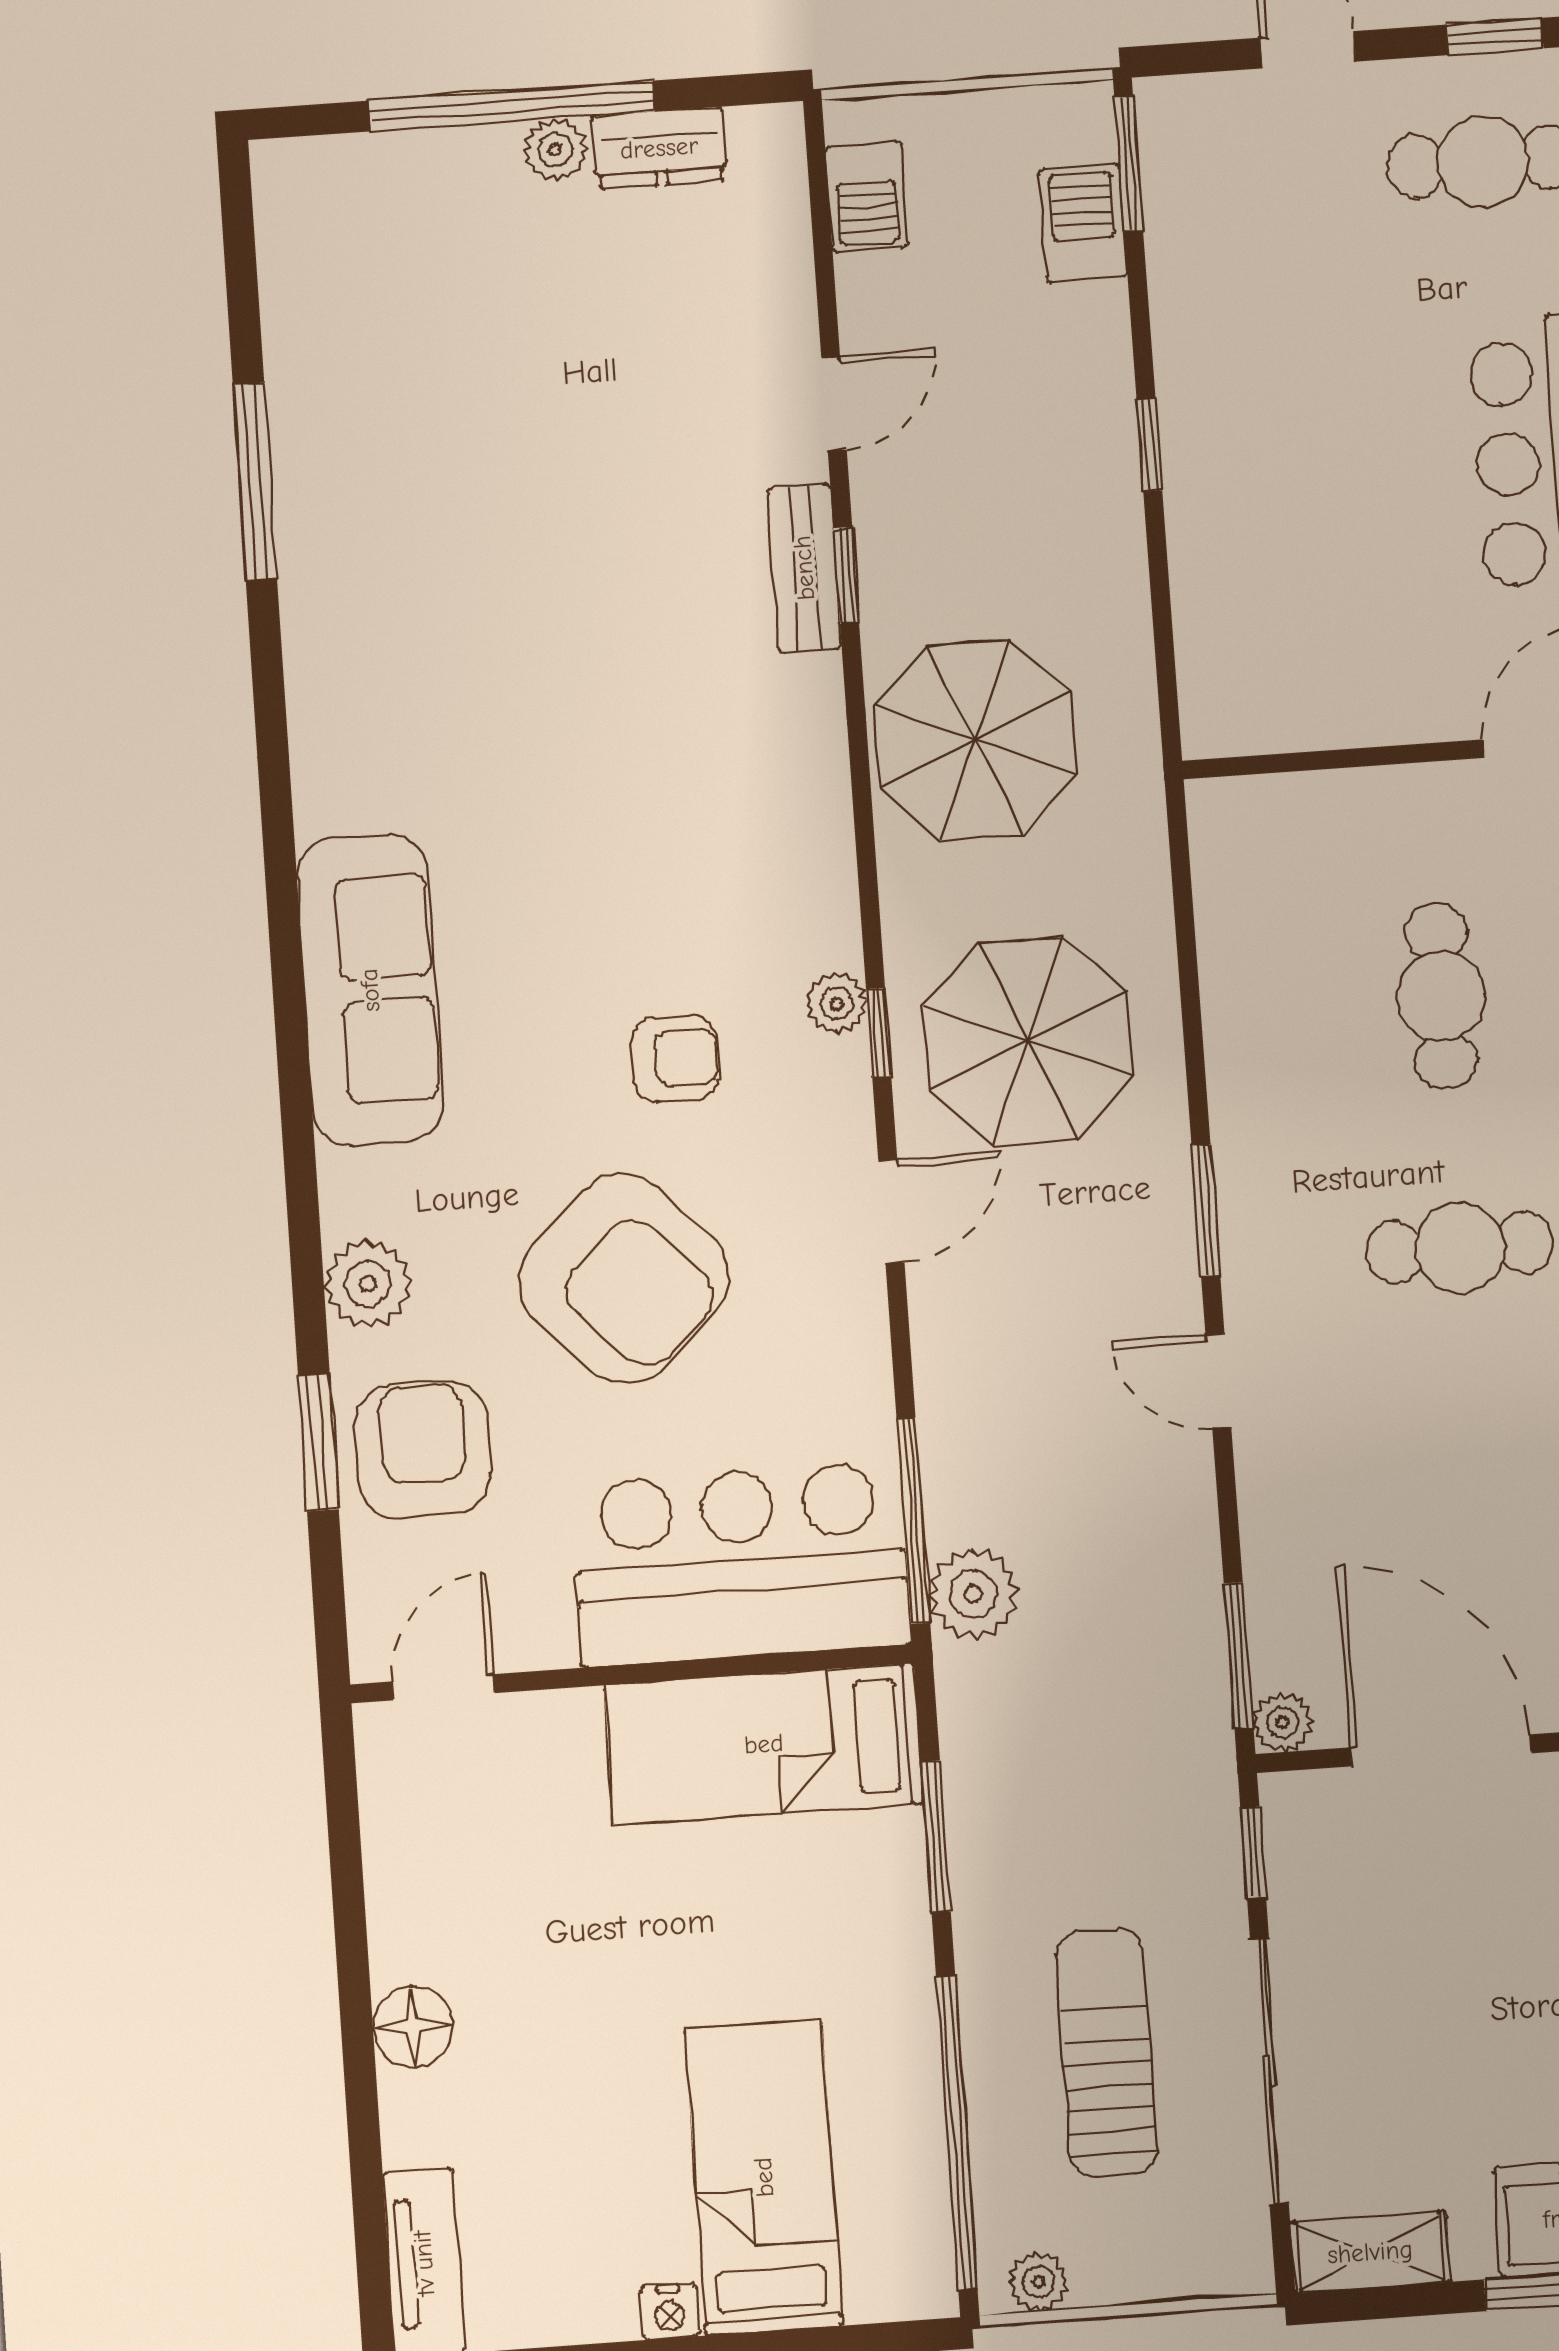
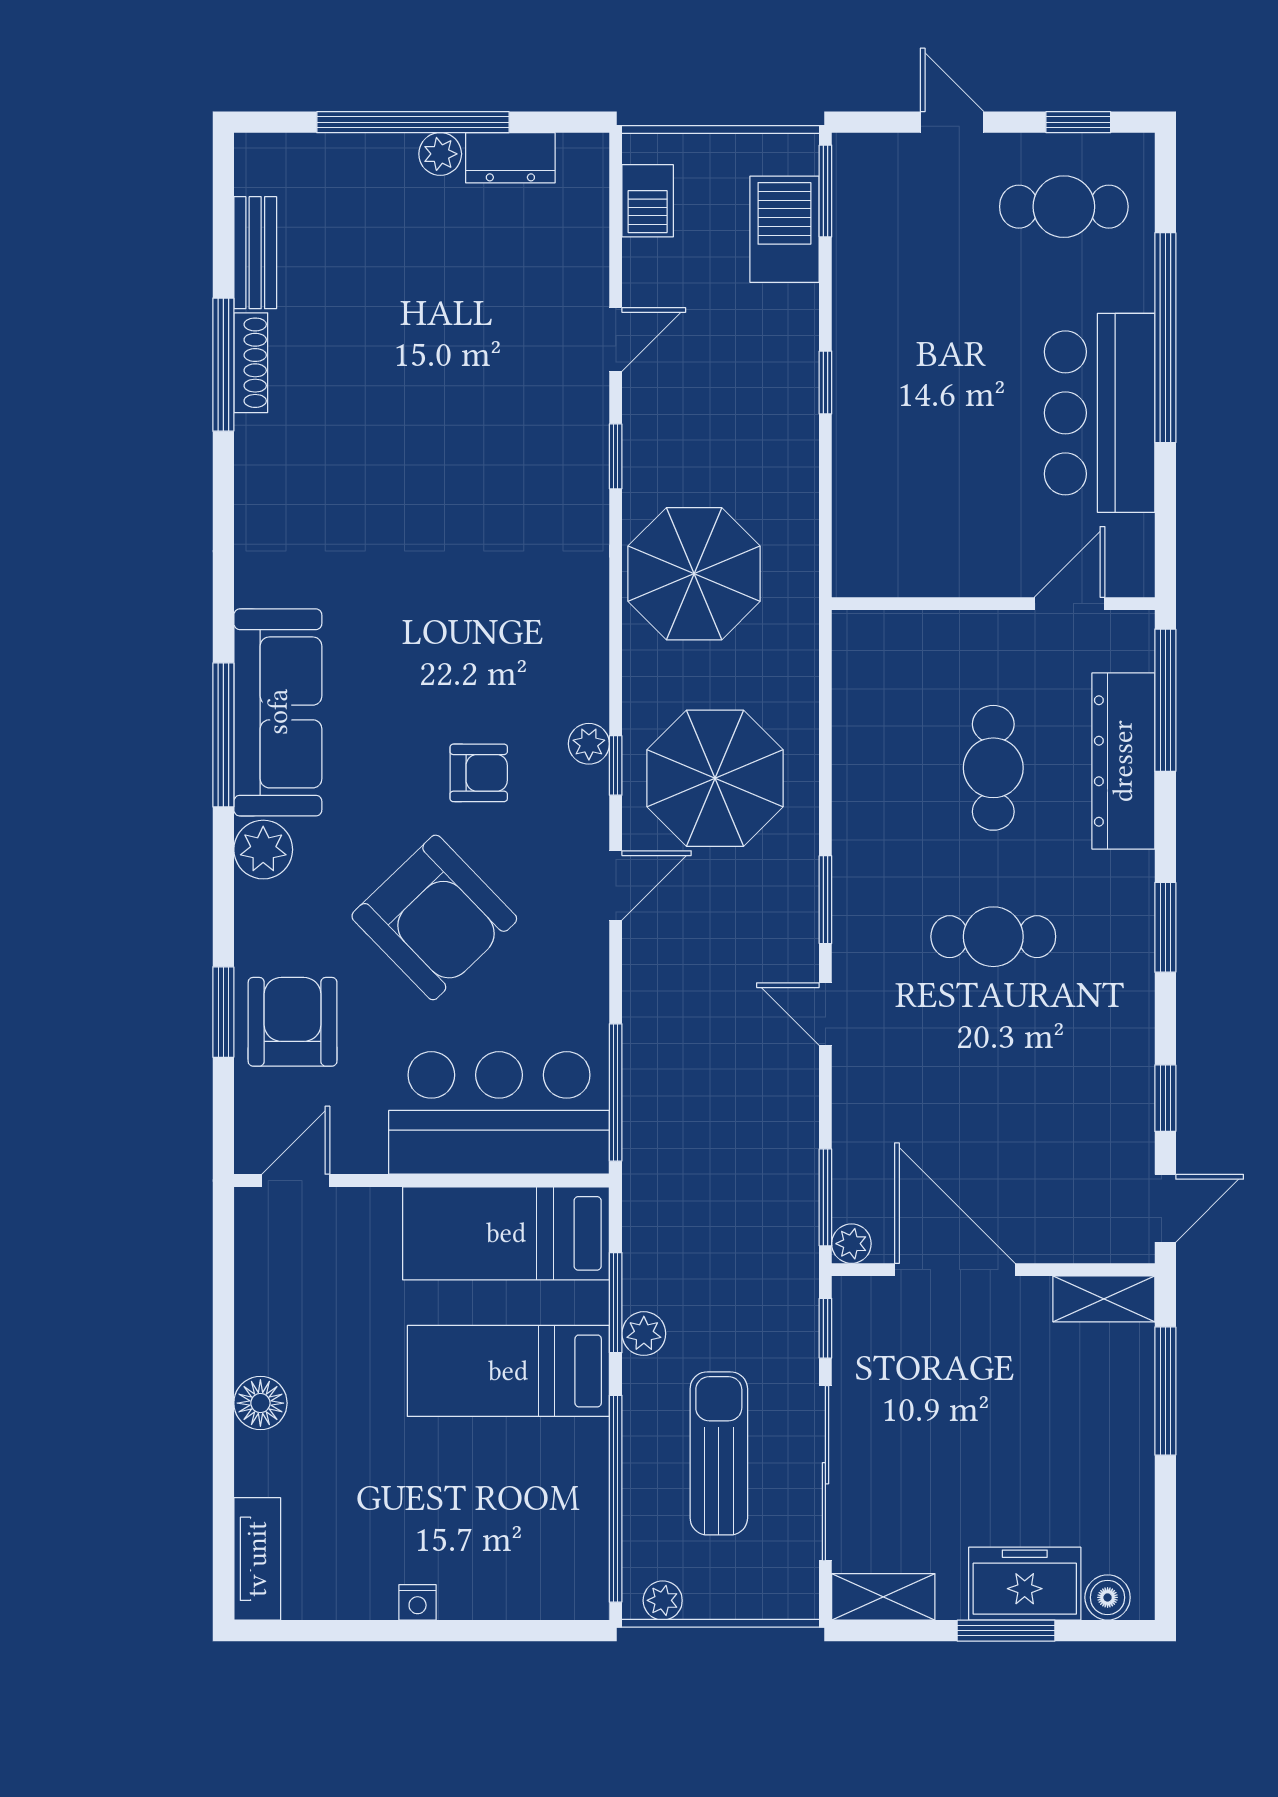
barbecue: (1083, 223) -> (784, 229), width x1.38, depth x1.27
shoe rack: (295, 476) -> (251, 363), added
bench: (804, 568) -> (255, 253), moved
window: (291, 1029) -> (223, 735), added
plant: (368, 1284) -> (263, 850), moved
plant: (973, 1594) -> (644, 1334), moved, width x0.73, depth x0.73
bed: (764, 2177) -> (508, 1371), moved, turned -90

